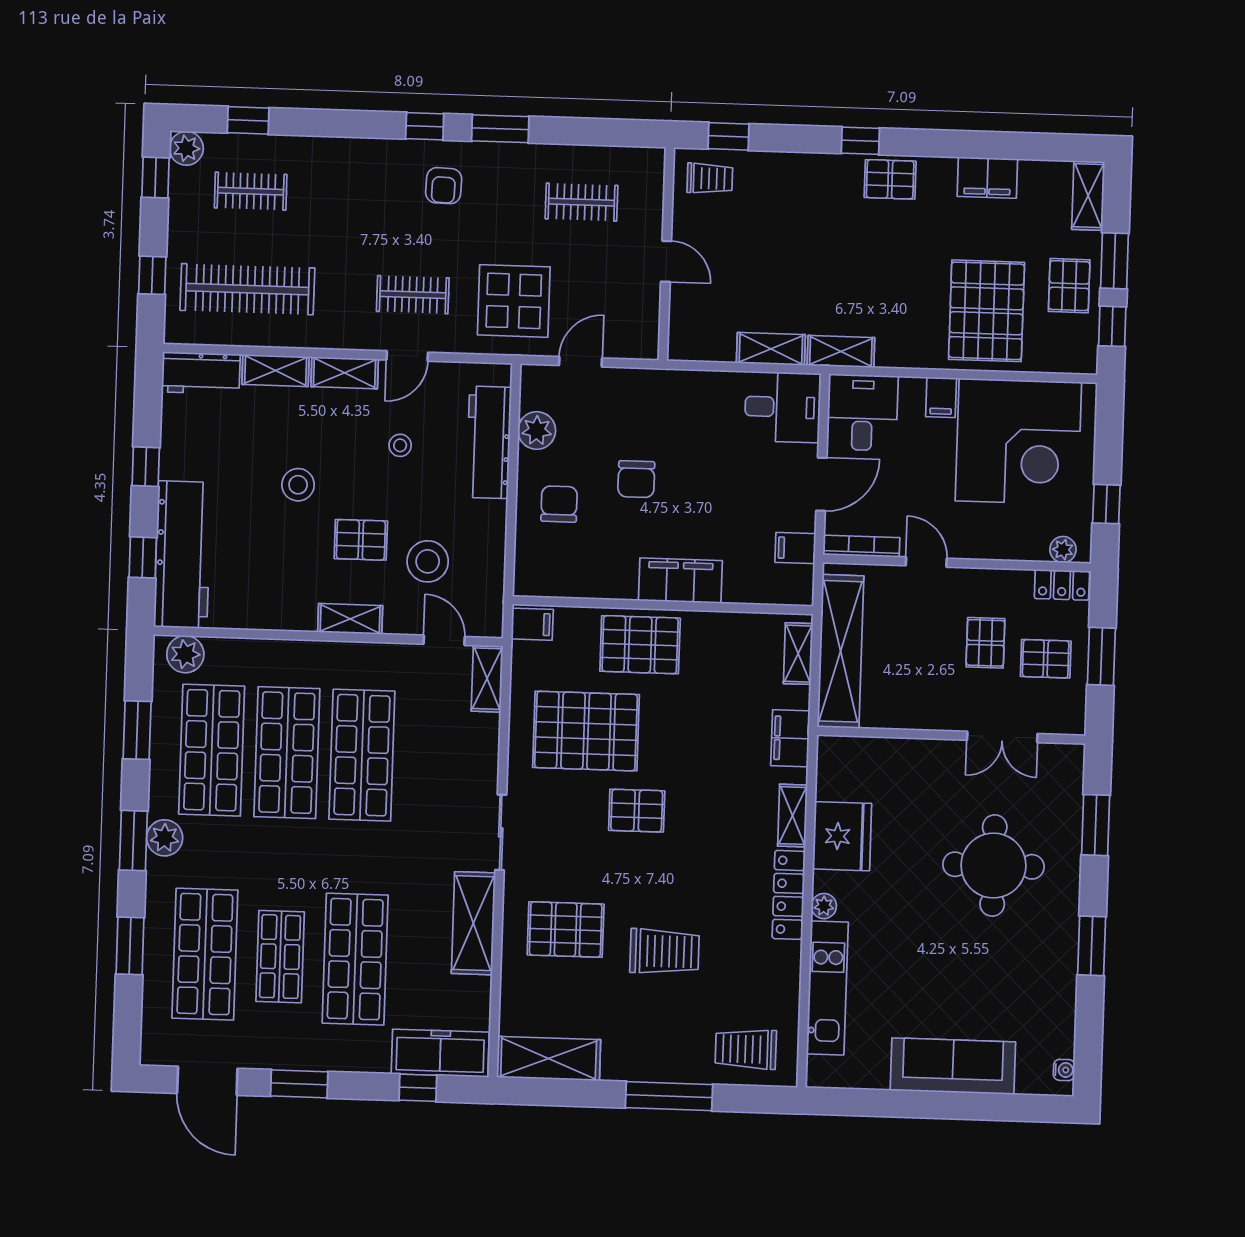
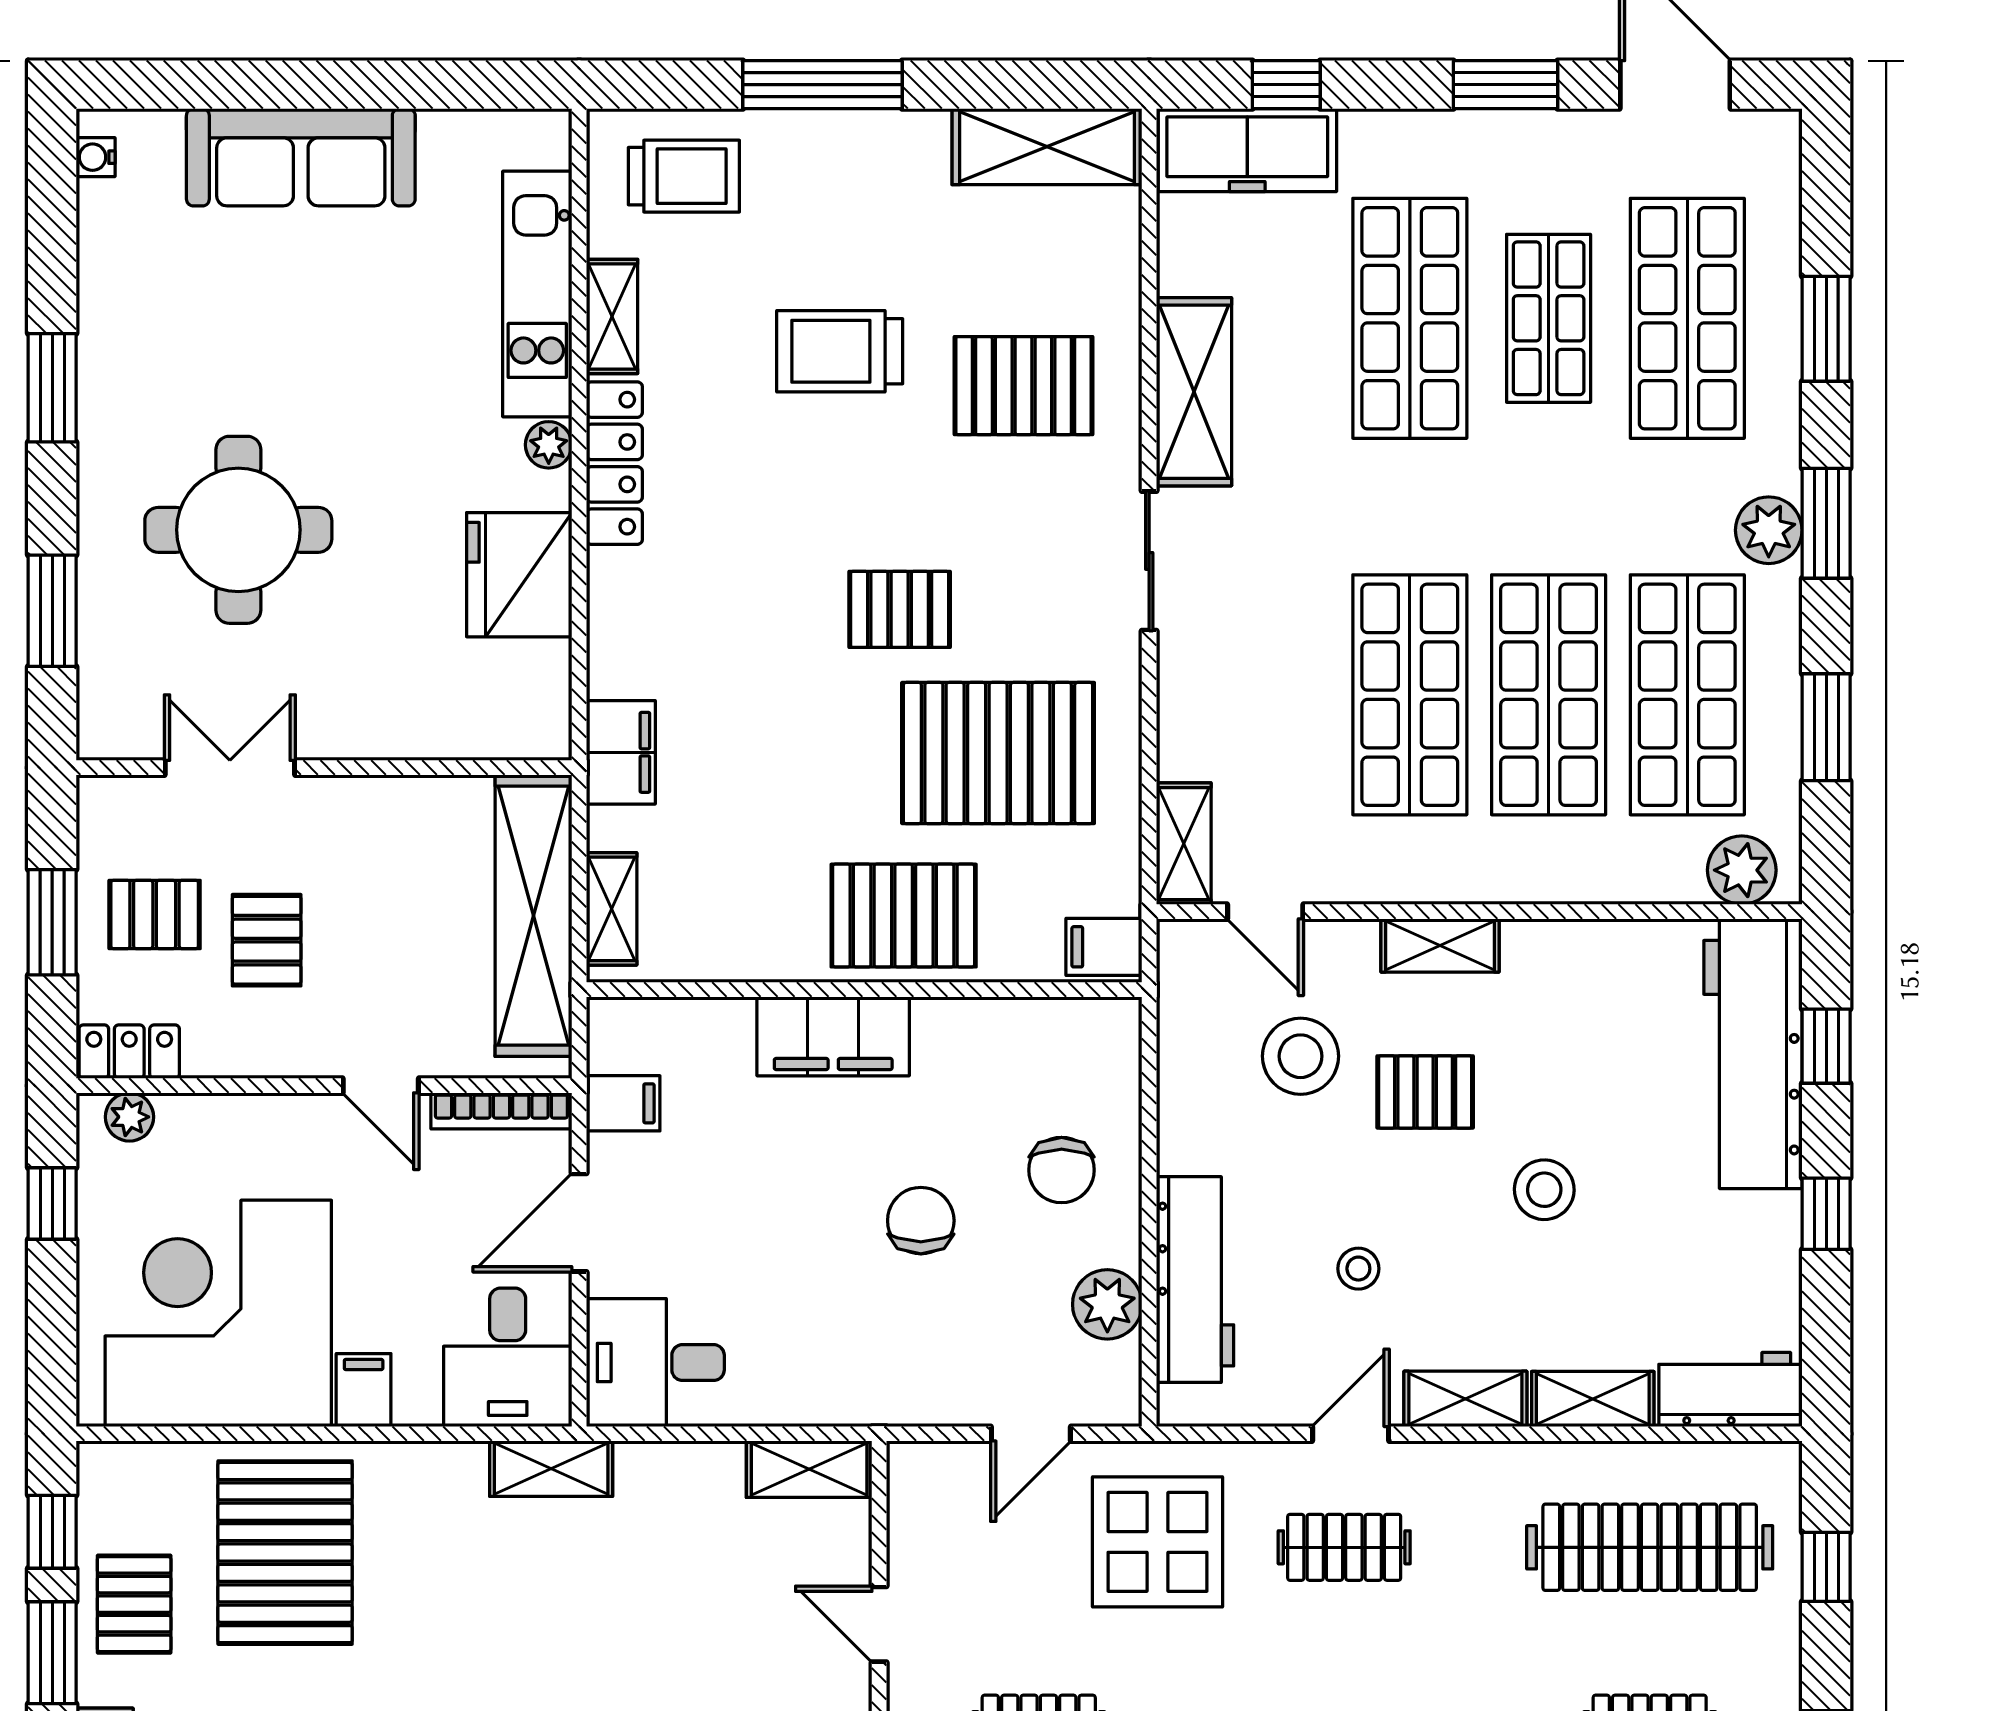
shelving: (771, 349) -> (809, 1469), moved
shelving: (793, 816) -> (612, 316), moved

